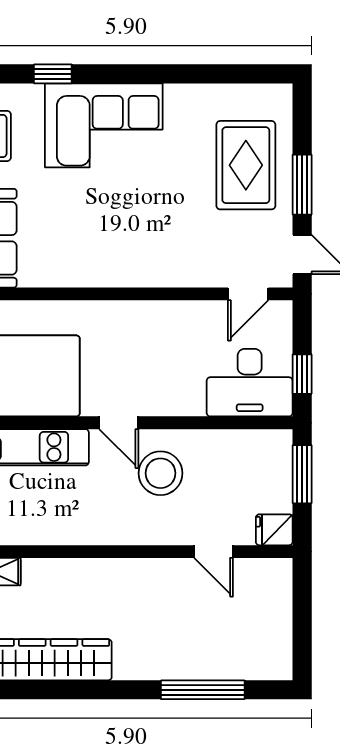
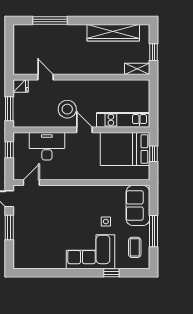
rug: (246, 165) -> (32, 235), removed
side table: (66, 199) -> (106, 222), added
desk: (250, 383) -> (47, 146), moved

